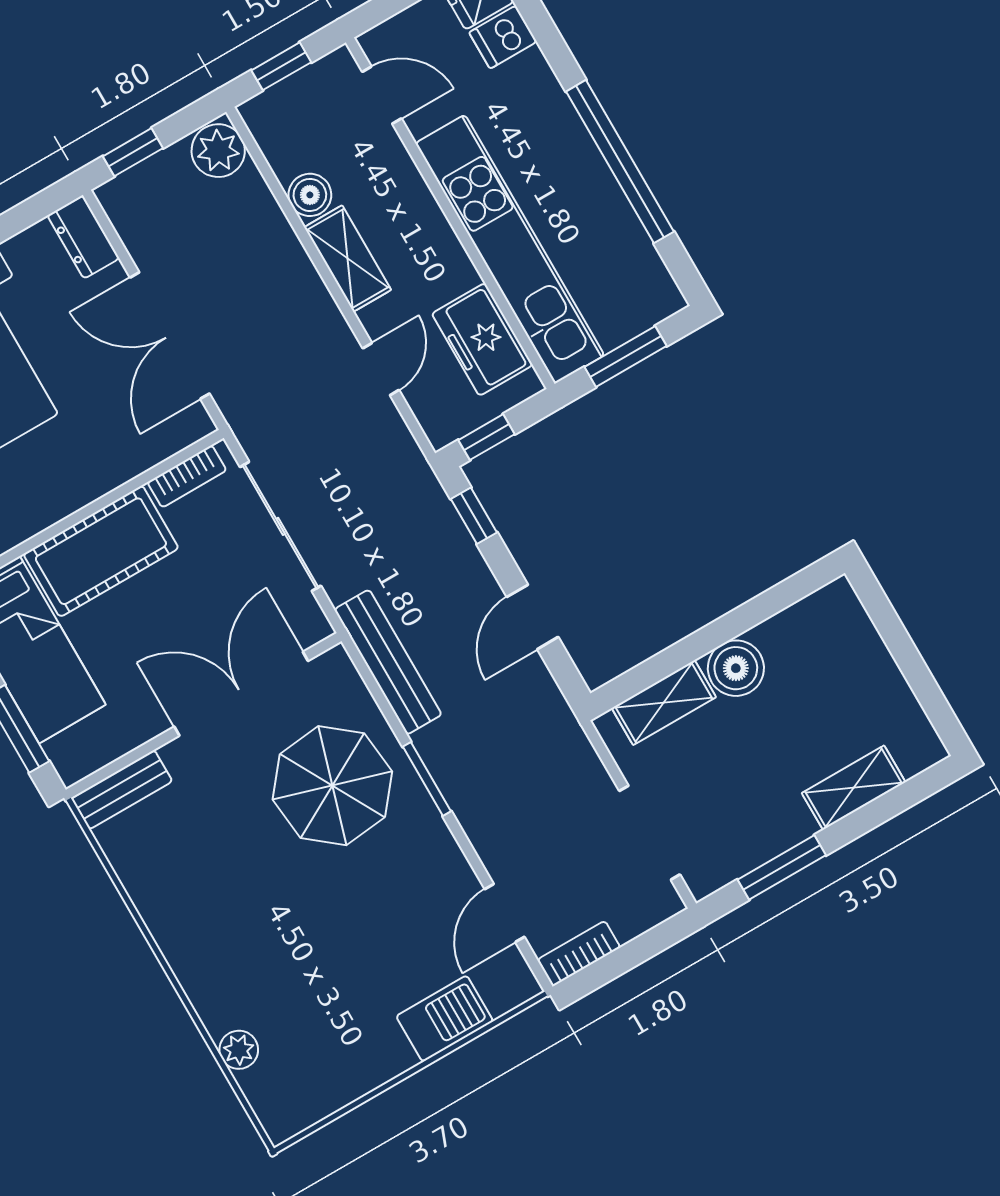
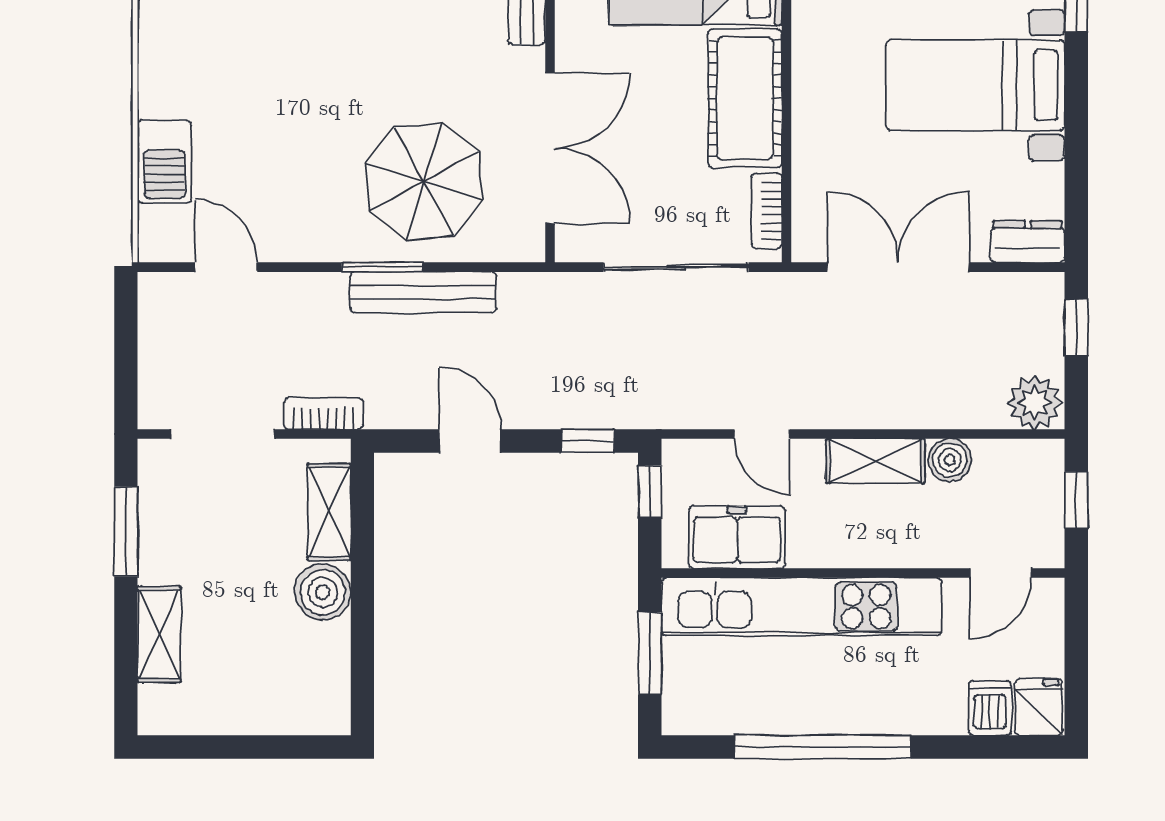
bench: (388, 662) -> (423, 292), moved
bookcase: (579, 954) -> (323, 414), moved, turned -90

